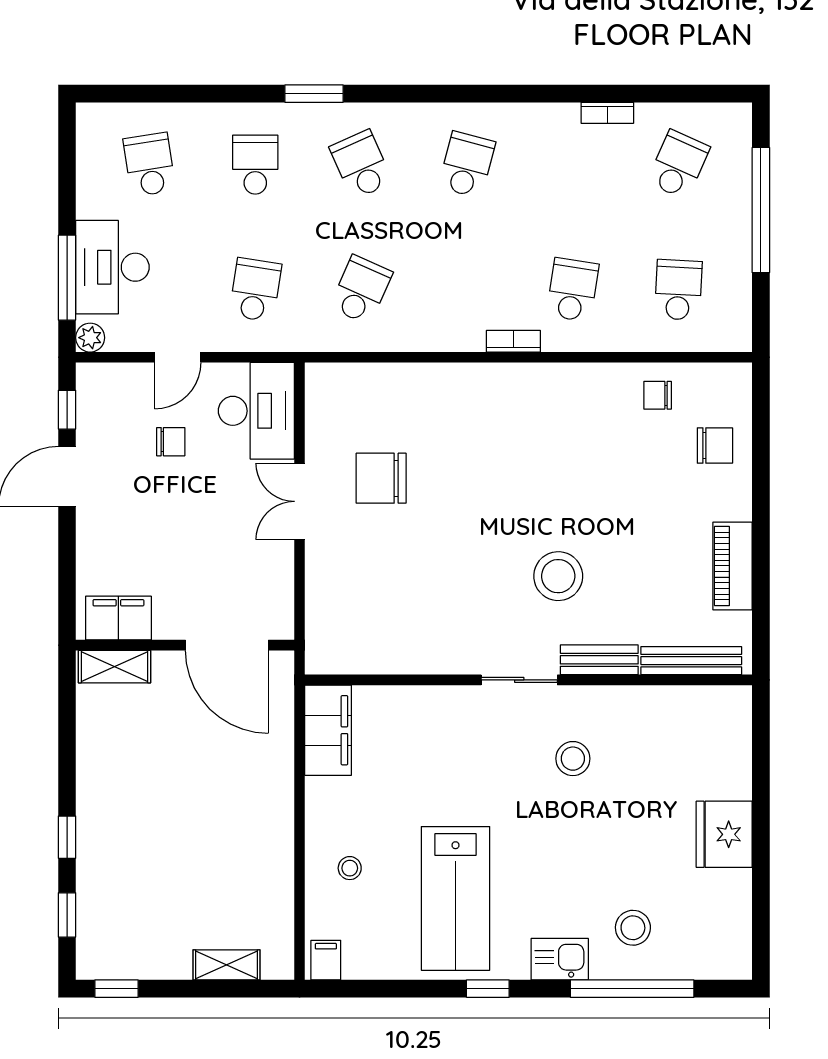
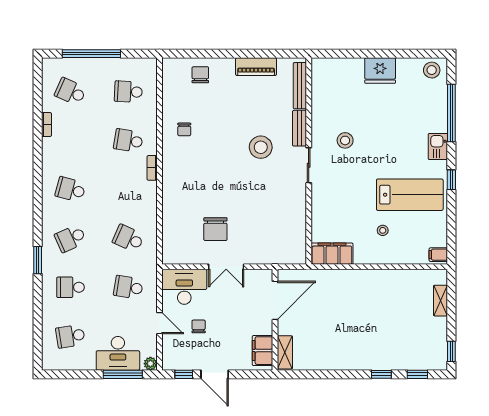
chair: (658, 395) -> (184, 129), moved
filing cabinet: (118, 618) -> (262, 351), moved
wall: (185, 645) -> (275, 320), moved
door: (227, 645) -> (275, 300), moved
shelving: (115, 667) -> (285, 352), moved
stool: (350, 868) -> (383, 230), moved
stool: (633, 928) -> (432, 70), moved

